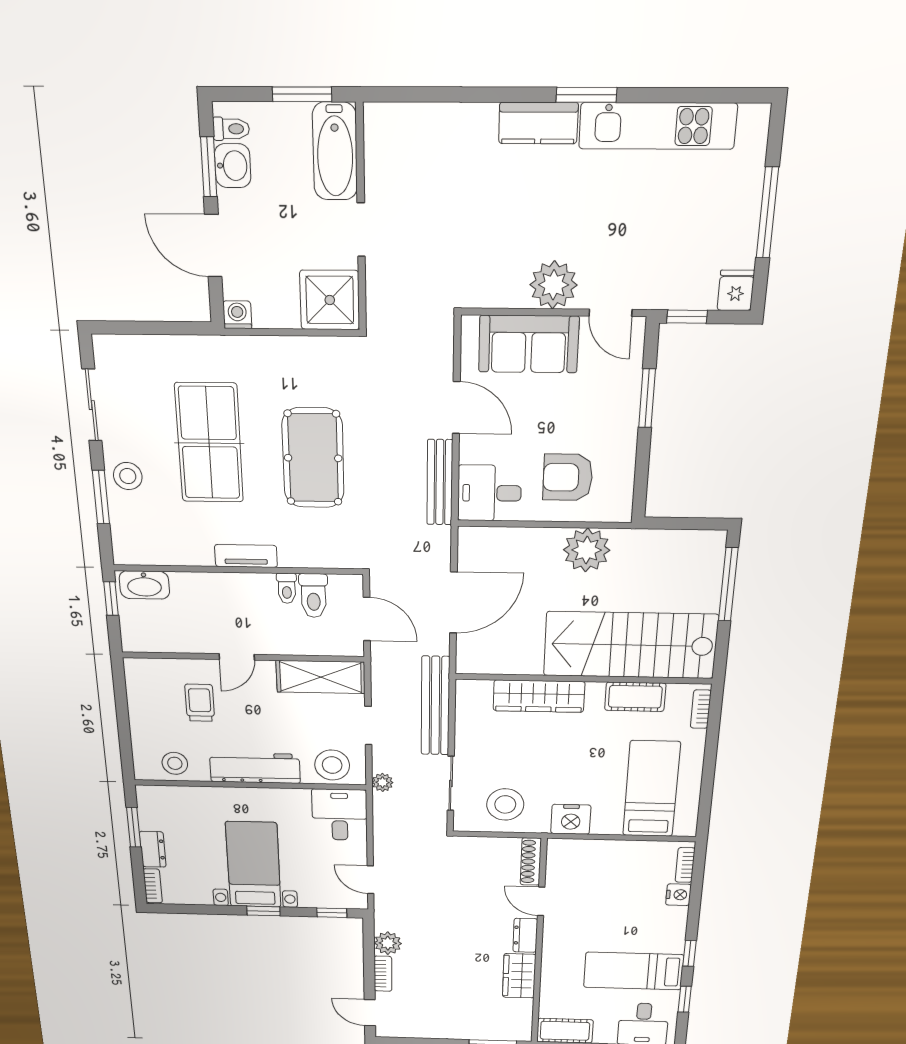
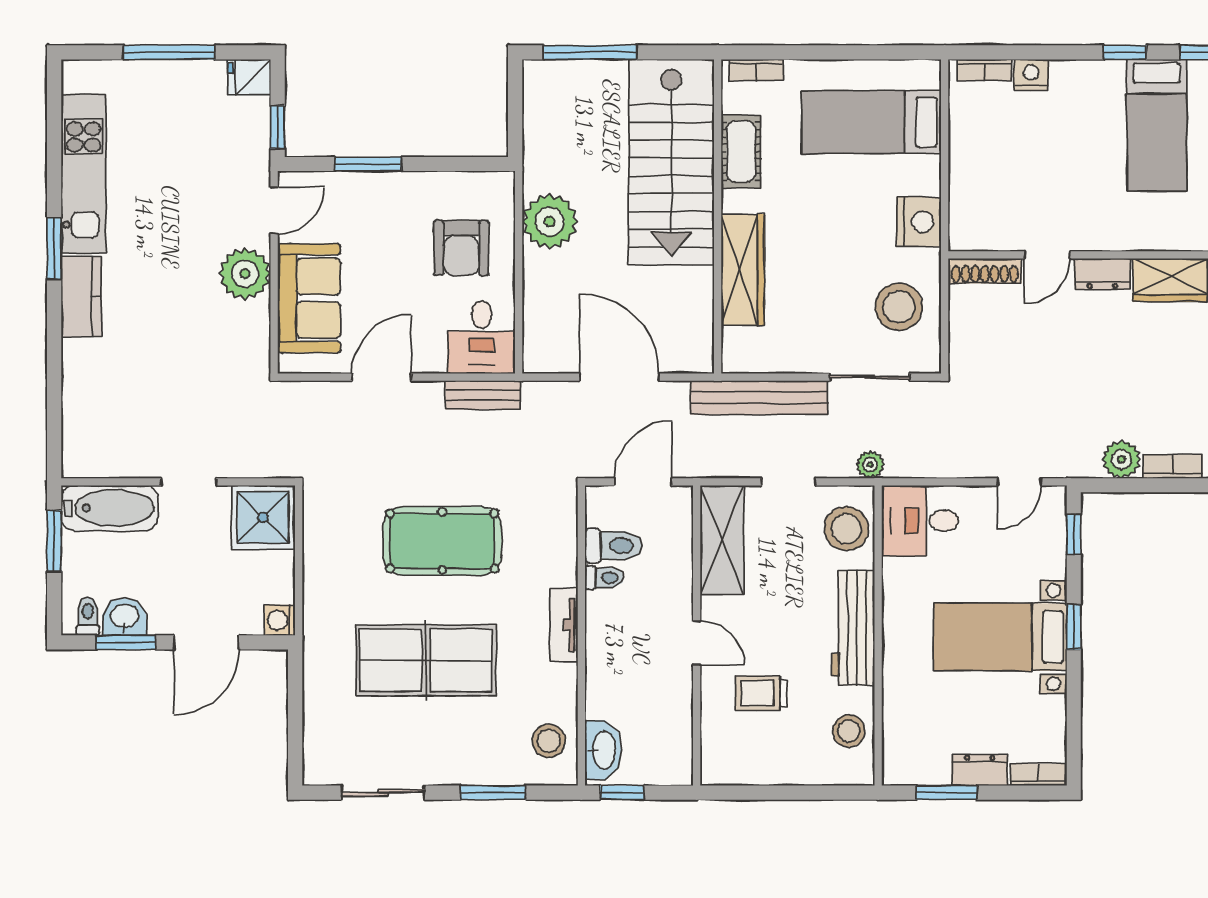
stool: (128, 476) -> (549, 741), moved
bench: (440, 482) -> (483, 395), width x0.73

